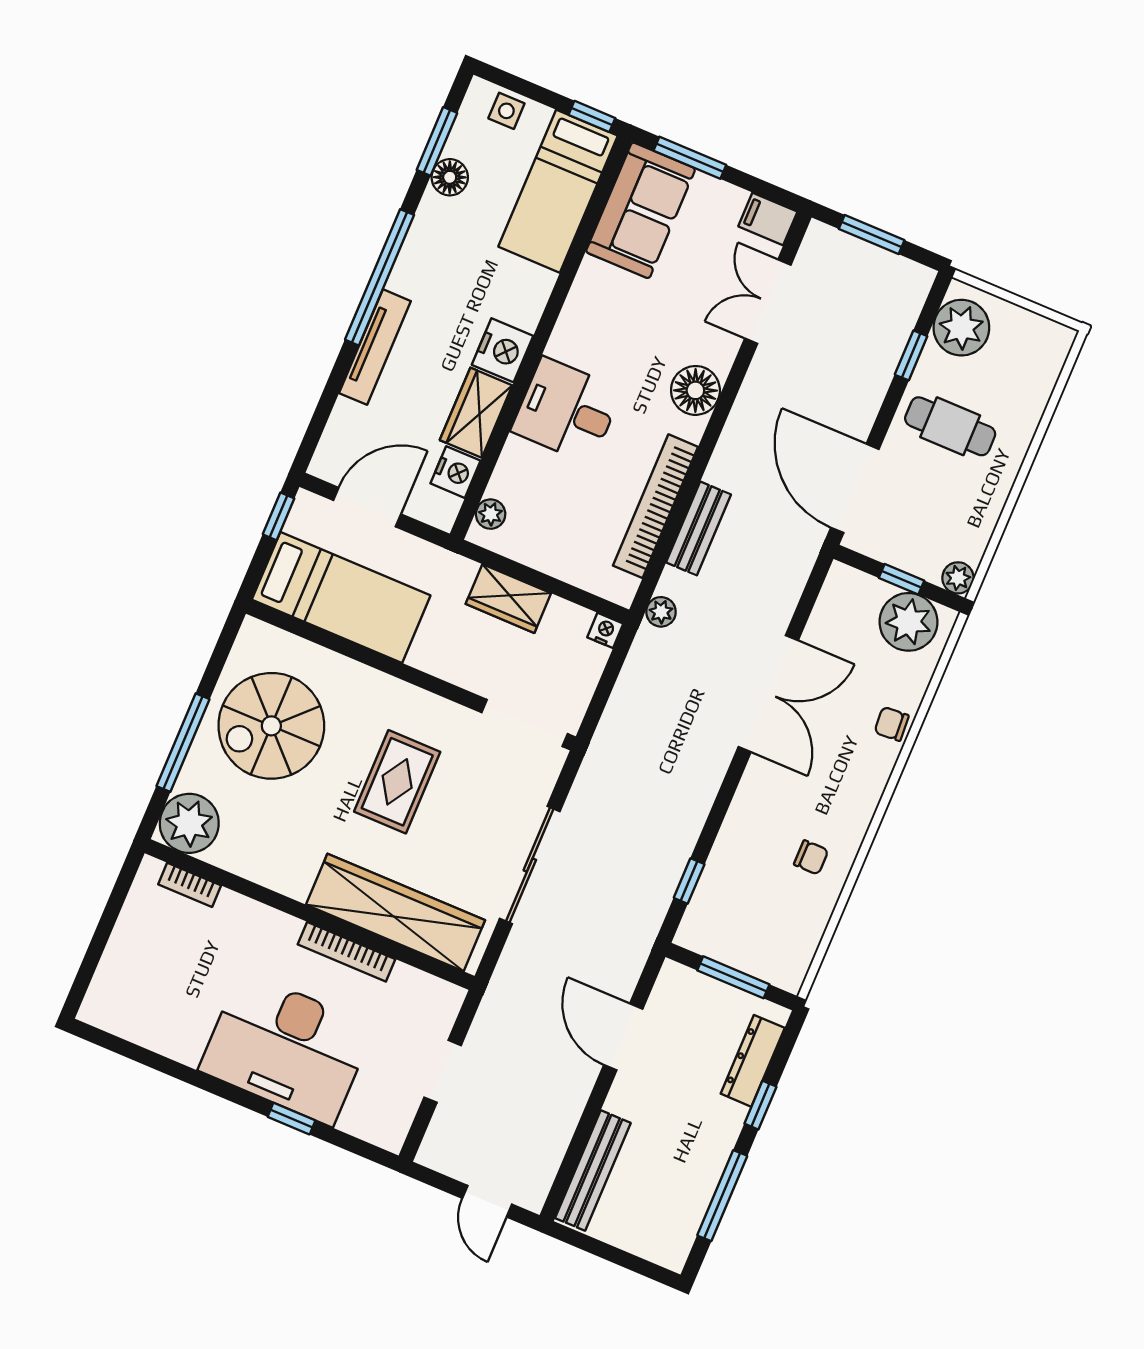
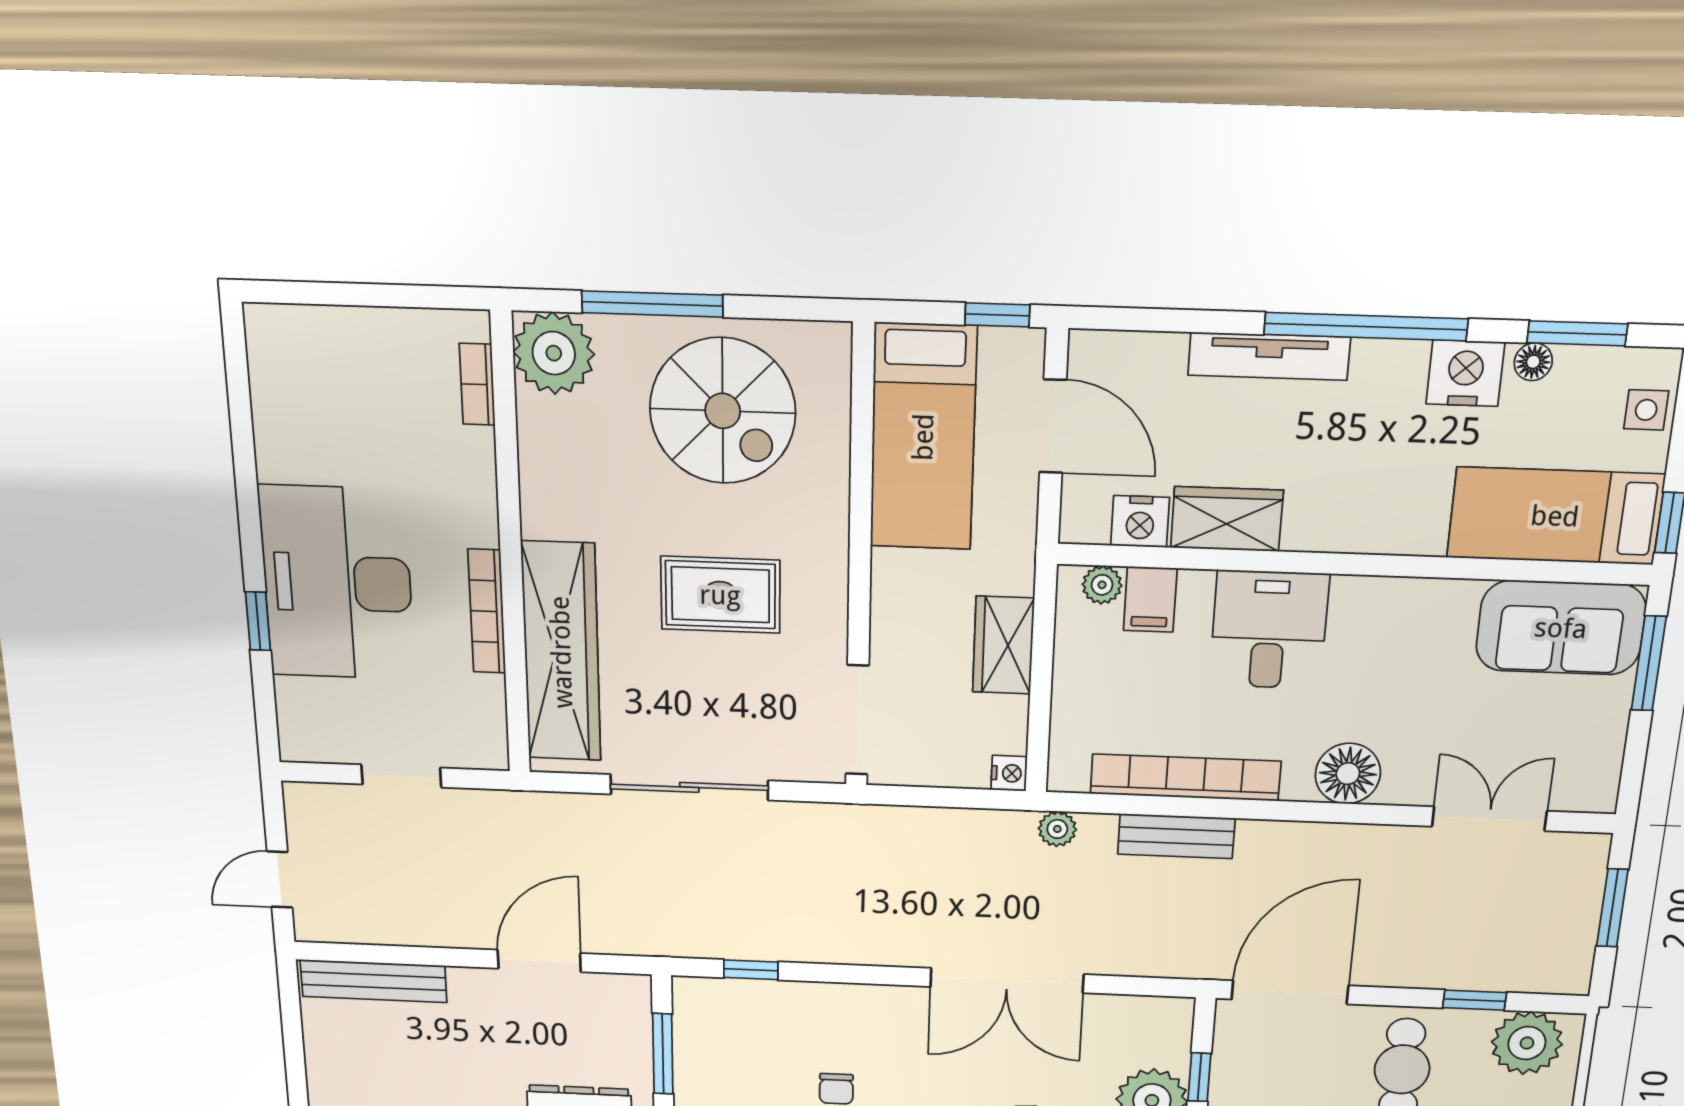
floor lamp: (450, 177) -> (1533, 362), width x0.73, depth x0.73
filing cabinet: (768, 219) -> (1150, 599), moved, turned 180
nightstand: (503, 350) -> (1465, 373), moved, turned 180
spiral stairs: (271, 726) -> (723, 411), turned 180

